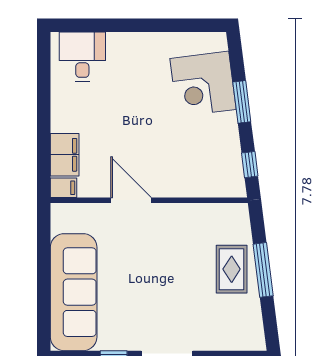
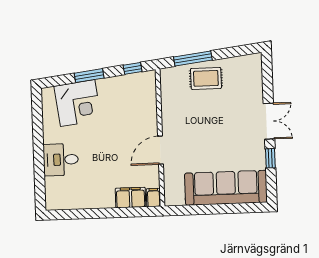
desk: (82, 57) -> (61, 160), moved
window: (263, 270) -> (193, 59), moved

